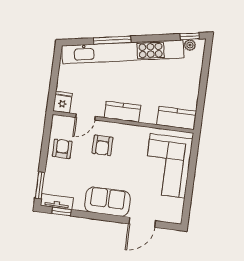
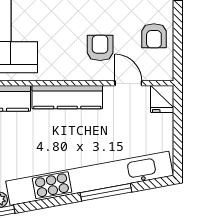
kitchen counter: (122, 112) -> (67, 97), width x1.50
door: (85, 117) -> (128, 83), hinge flipped

